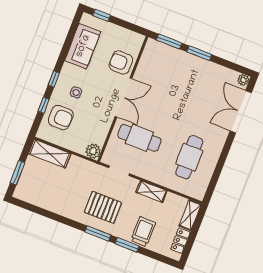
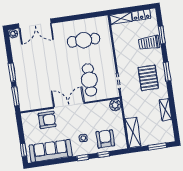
sofa: (83, 46) -> (51, 151), width x1.36
armchair: (121, 62) -> (47, 120), turned -90
shelving: (152, 192) -> (165, 110), moved
window: (127, 245) -> (162, 35), moved

